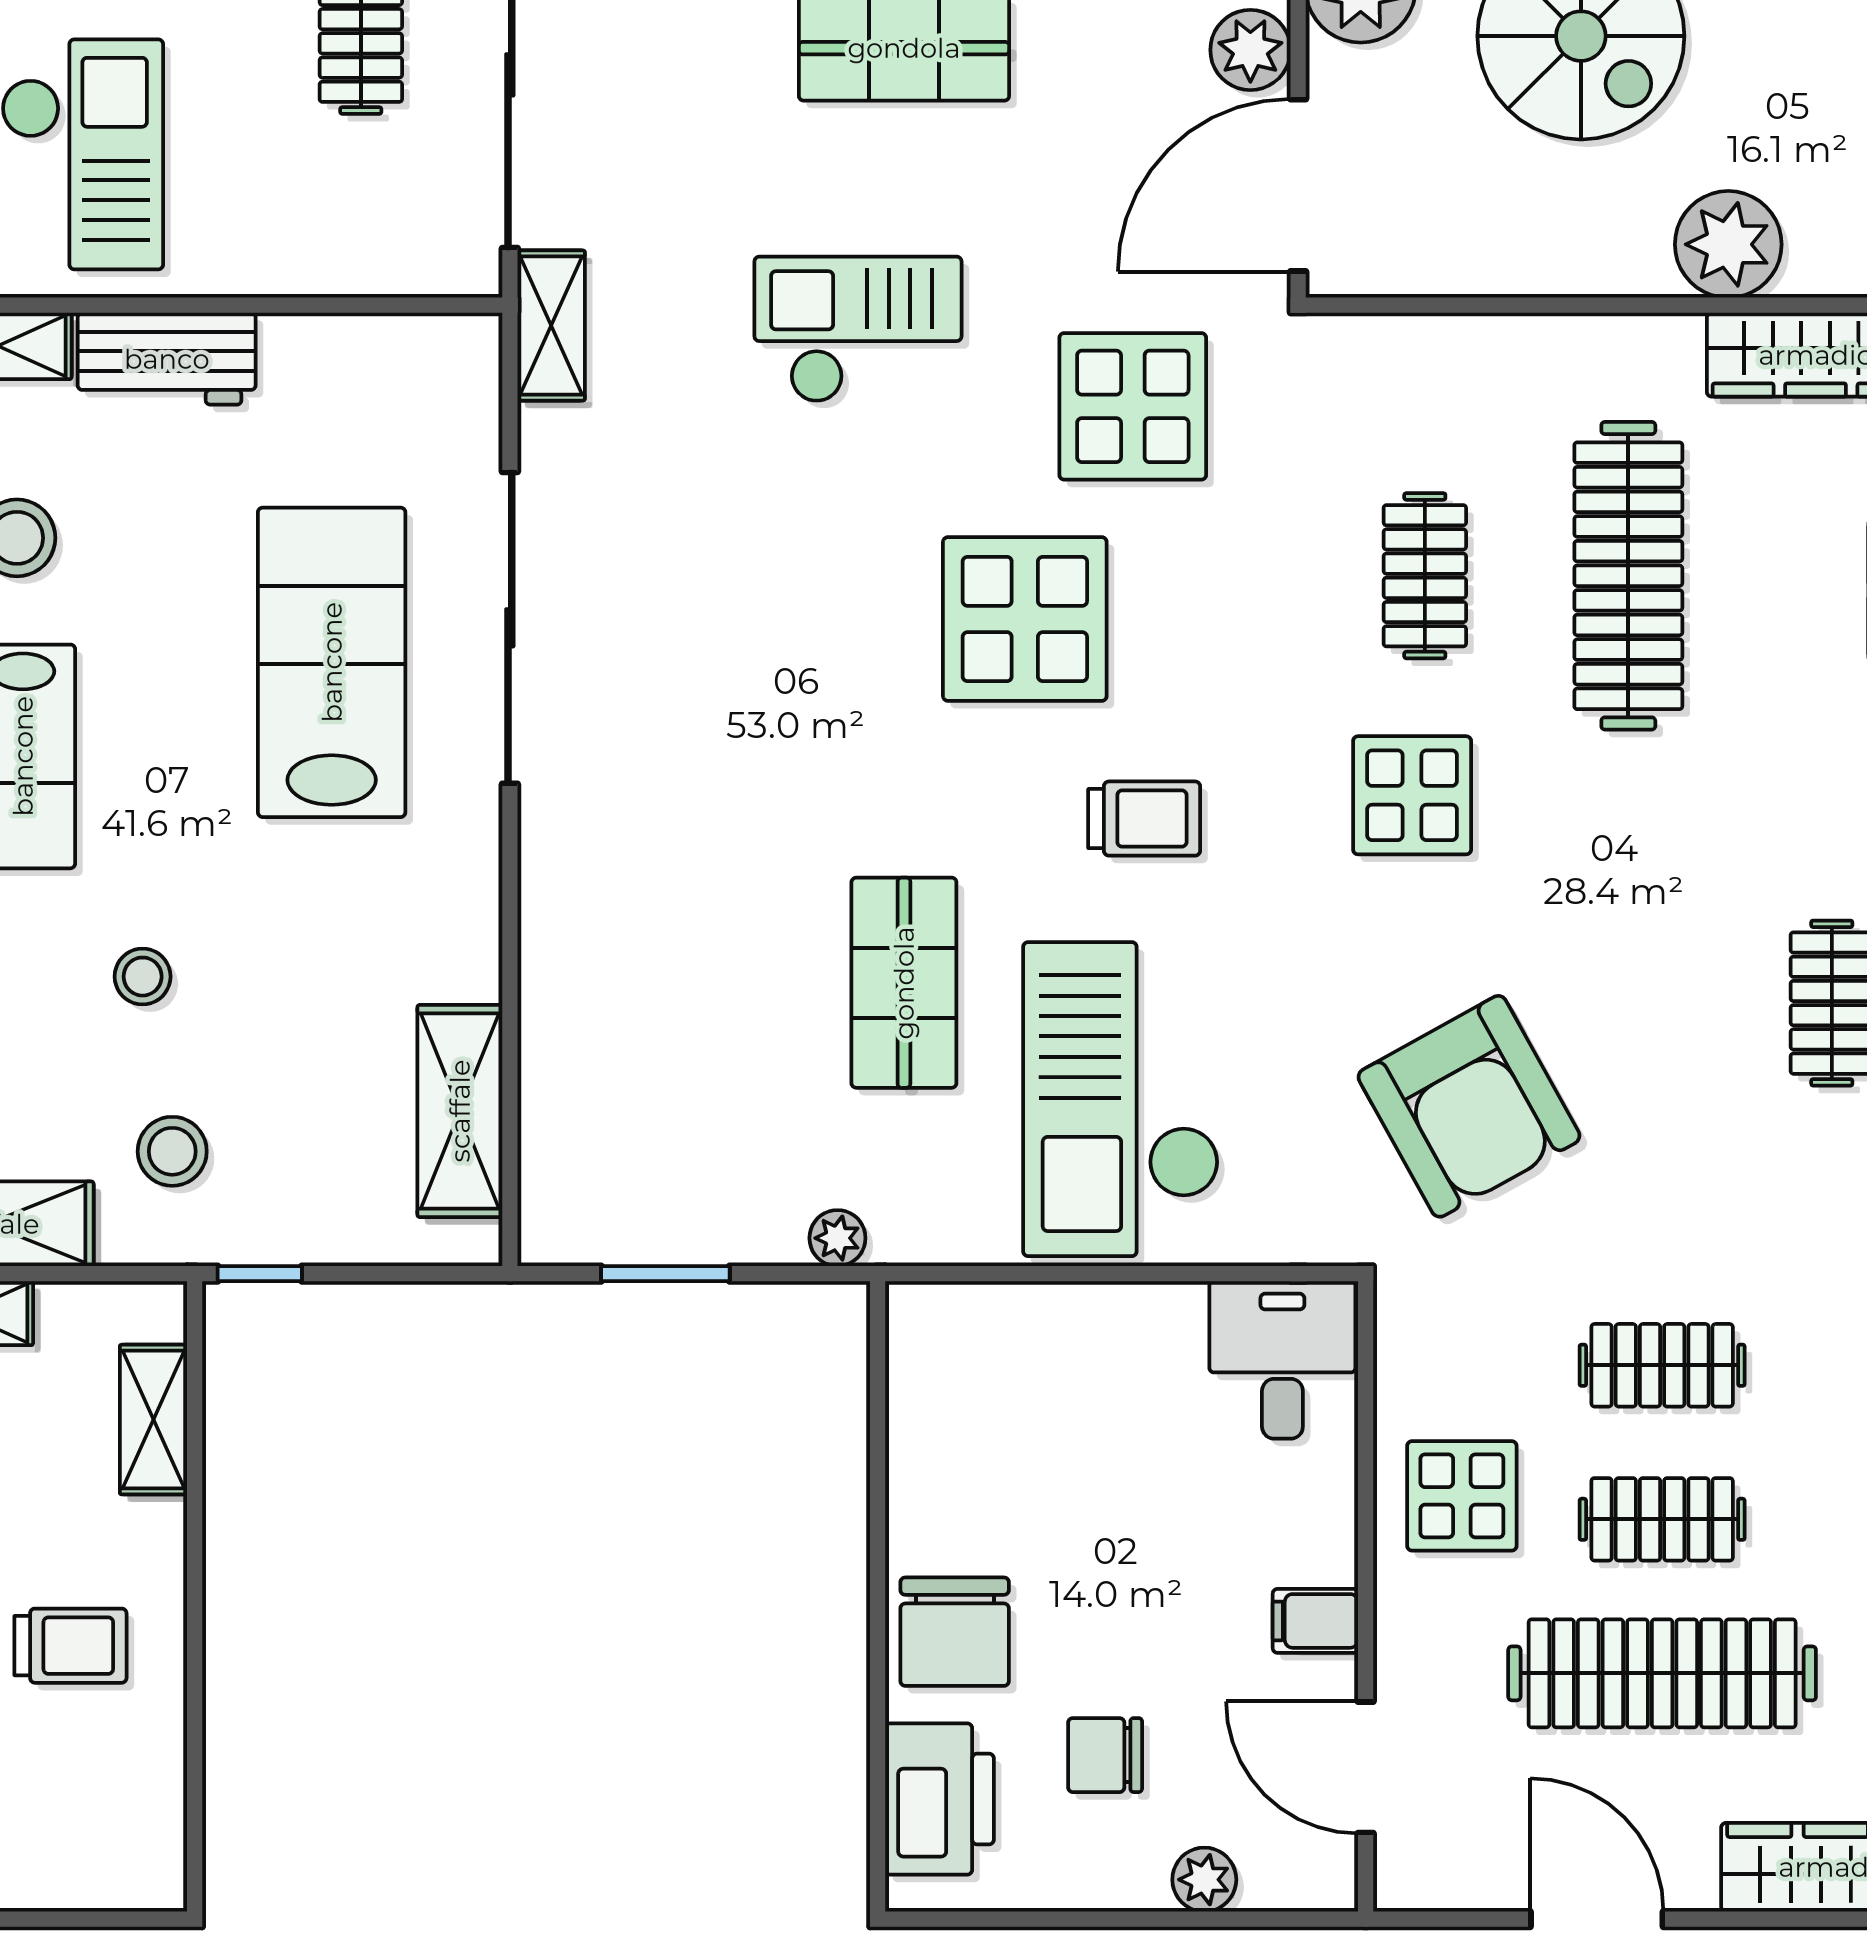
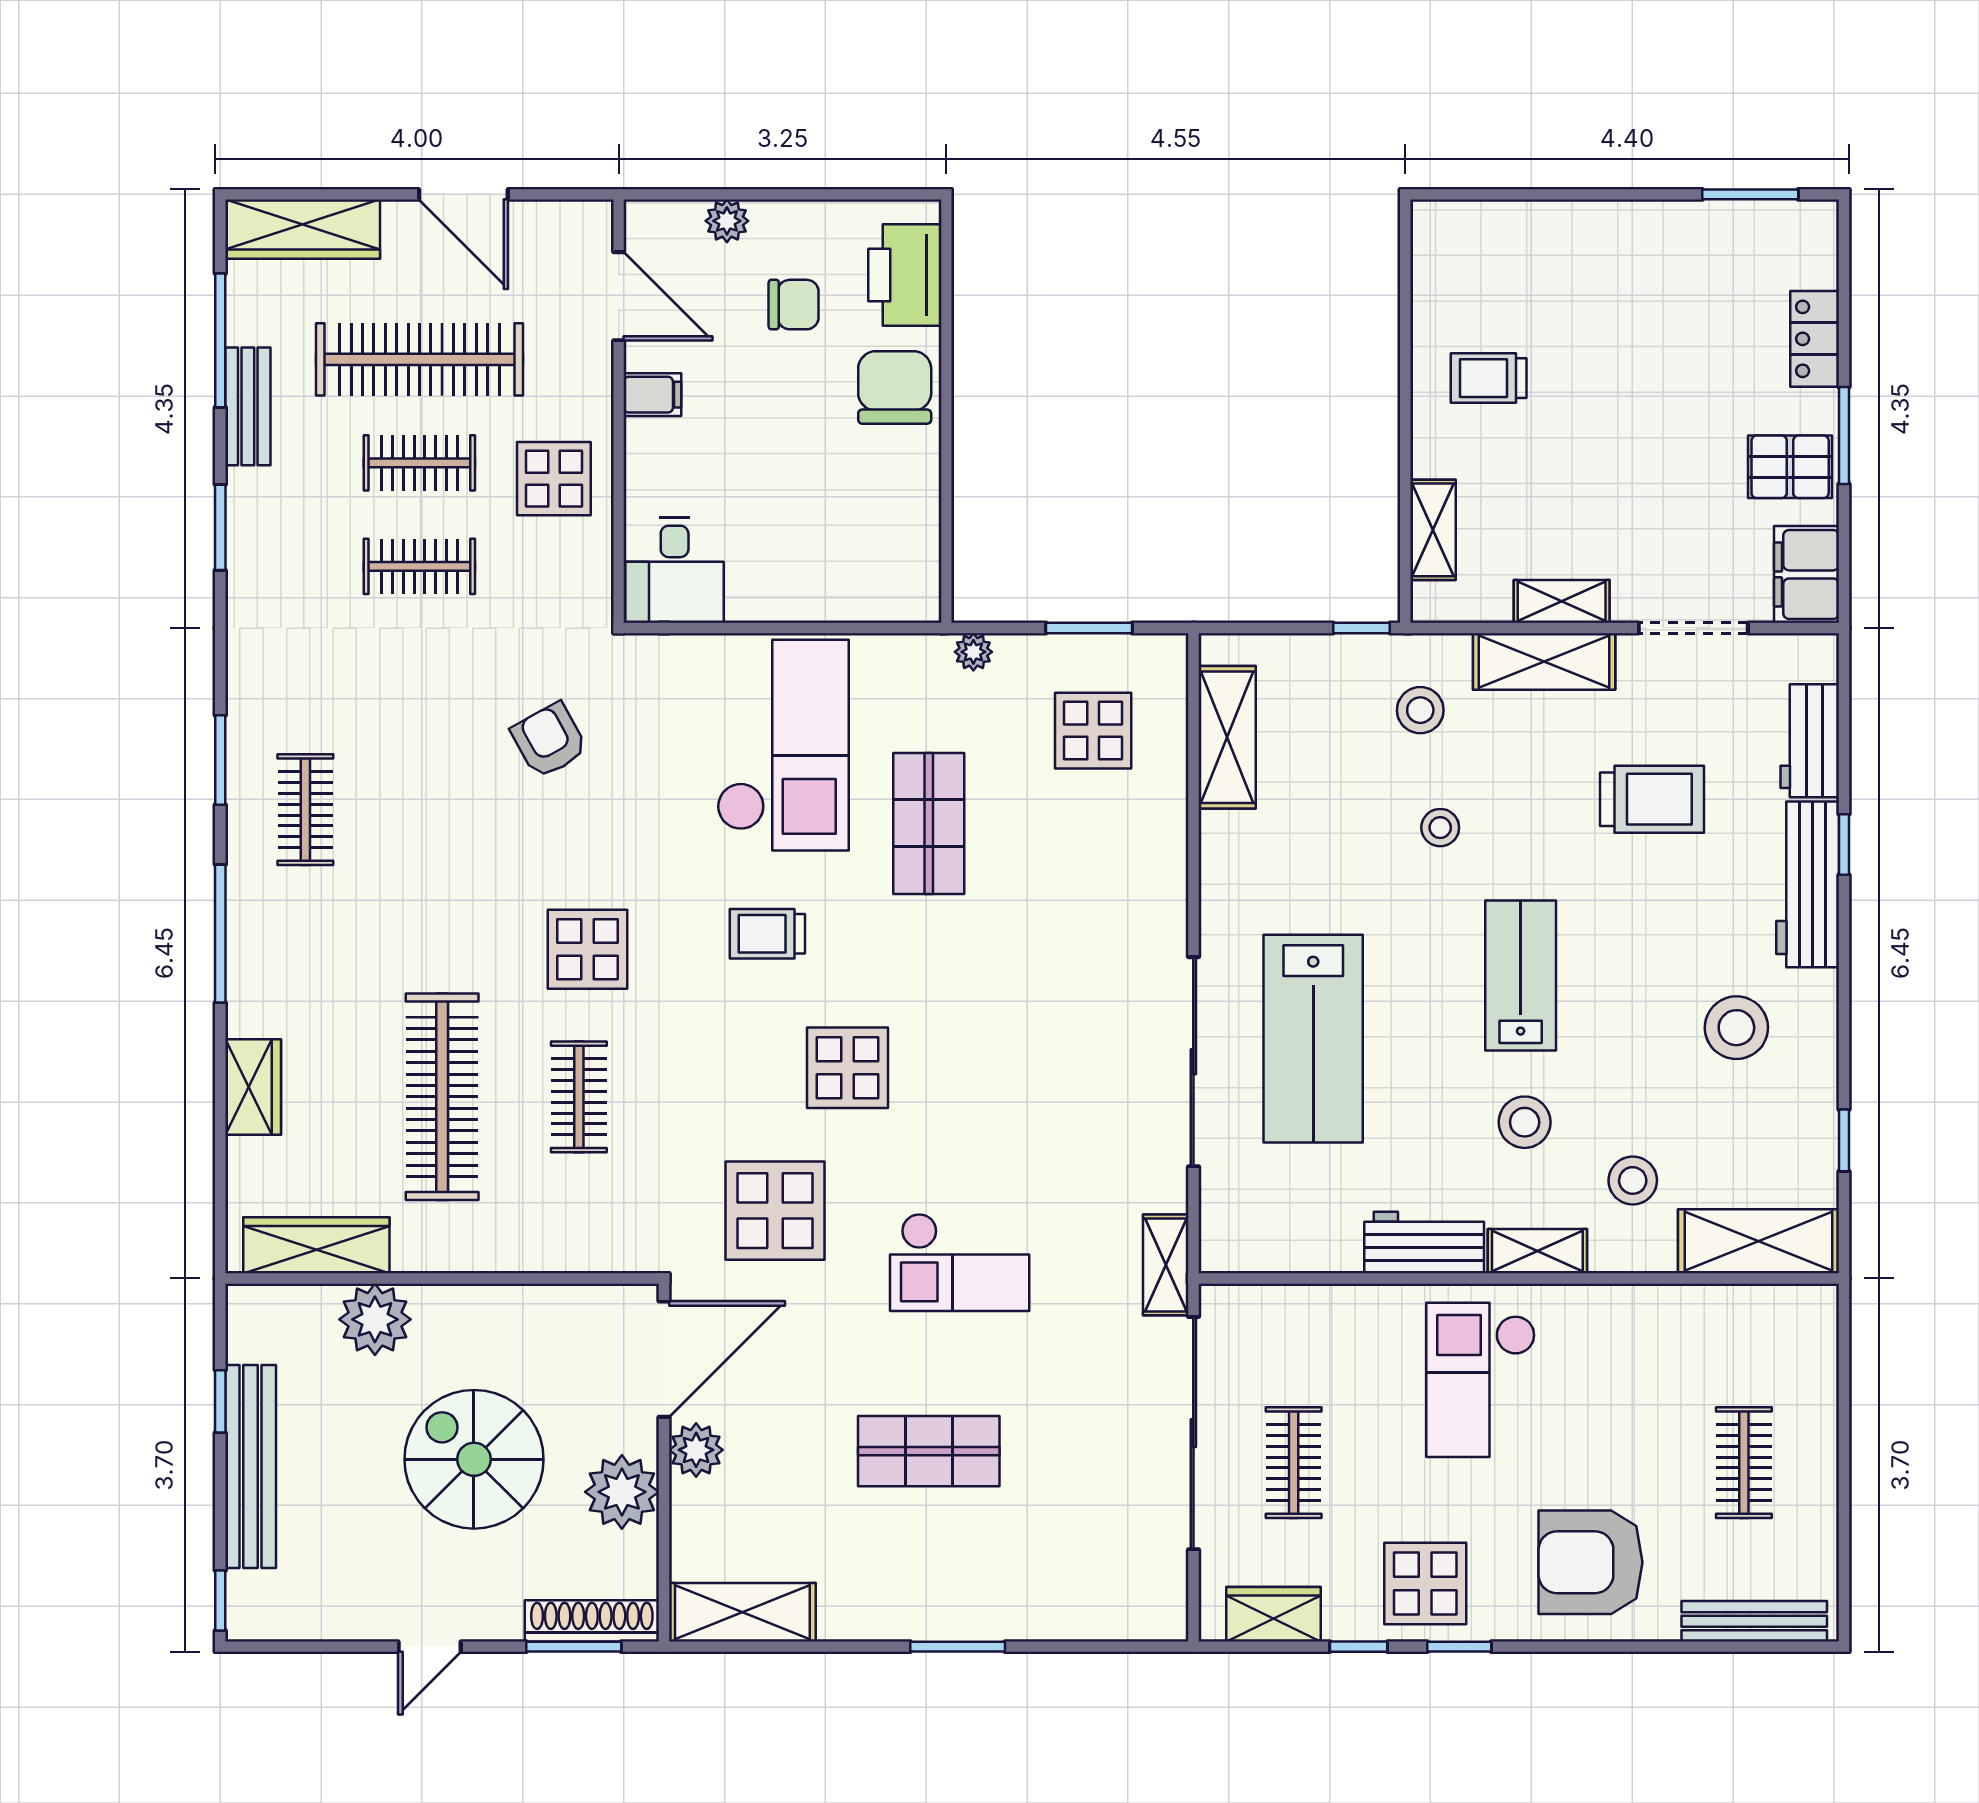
display table: (1025, 619) -> (848, 1068), width x0.73, depth x0.73
armchair: (1469, 1106) -> (549, 740), width x0.53, depth x0.53
display table: (659, 1121) -> (1093, 731), added

